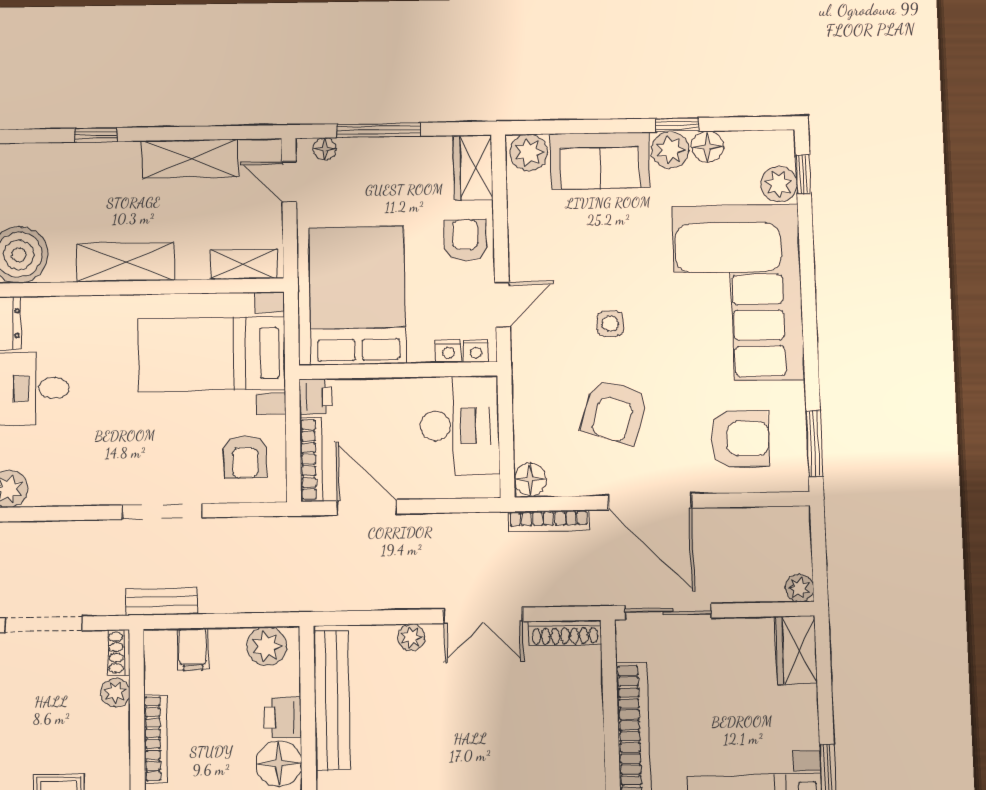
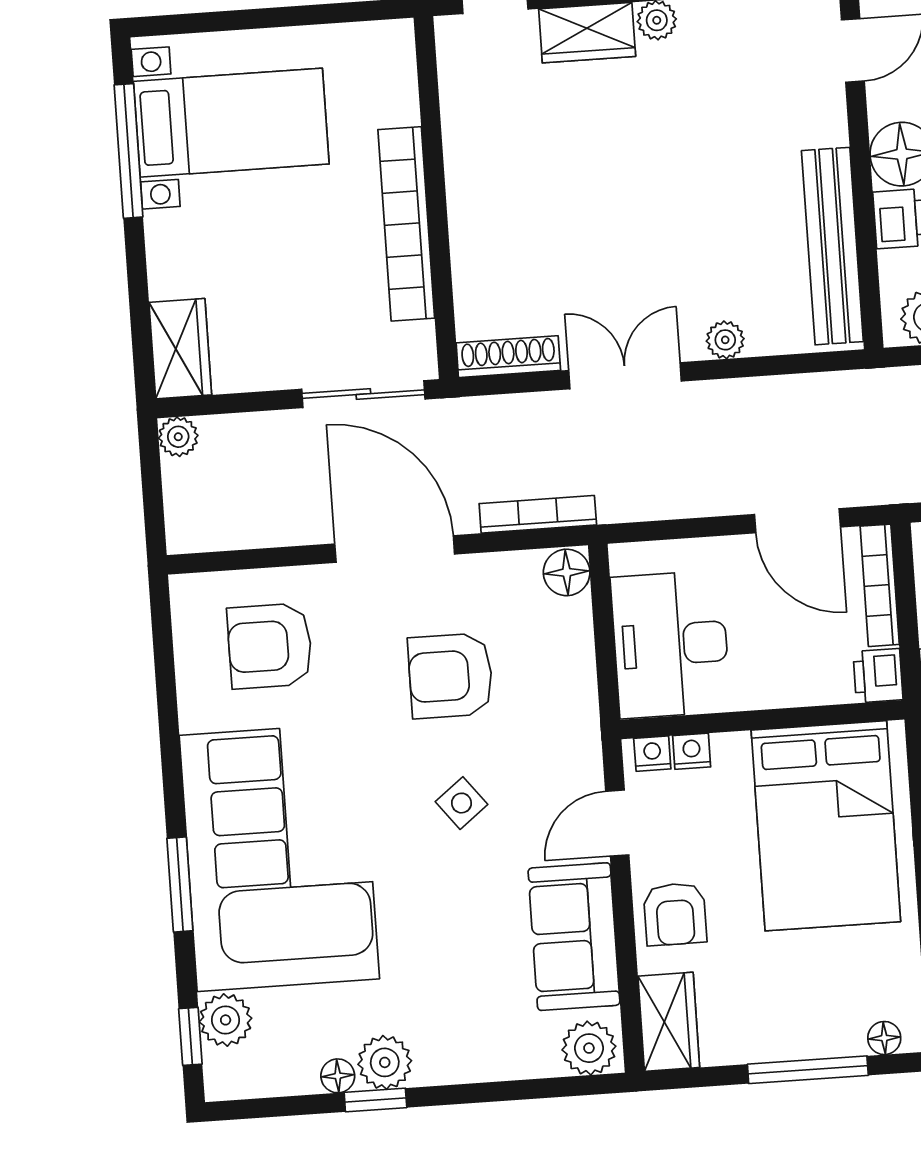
floor lamp: (707, 147) -> (338, 1076), width x0.73, depth x0.73
sofa: (600, 161) -> (574, 937), moved, turned -90
side table: (610, 324) -> (461, 803), turned -38
armchair: (614, 412) -> (451, 676), turned -108
window: (814, 444) -> (180, 884), moved

